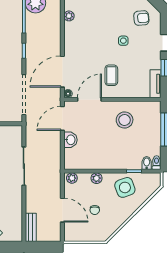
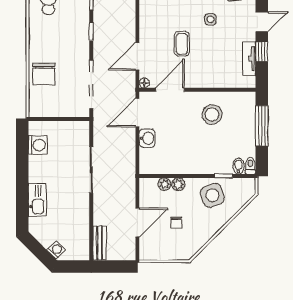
door: (62, 72) -> (137, 56), width x0.73
coffee table: (111, 75) -> (182, 44), moved
tv unit: (155, 84) -> (249, 59), moved
plant: (72, 178) -> (164, 184), moved
door: (62, 210) -> (137, 222), hinge flipped

